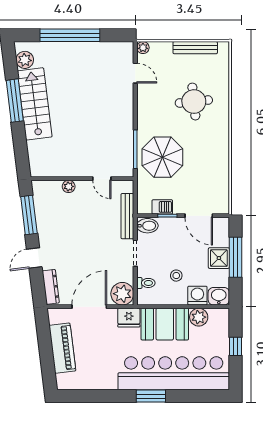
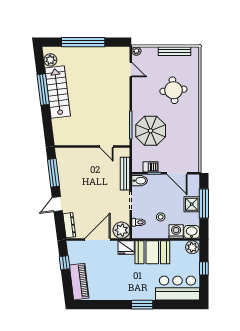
plant: (69, 186) -> (82, 152), removed
plant: (199, 317) -> (192, 247), moved
window: (44, 338) -> (65, 263), added
piano: (62, 348) -> (79, 282), moved
bar counter: (174, 373) -> (177, 288), width x0.54

